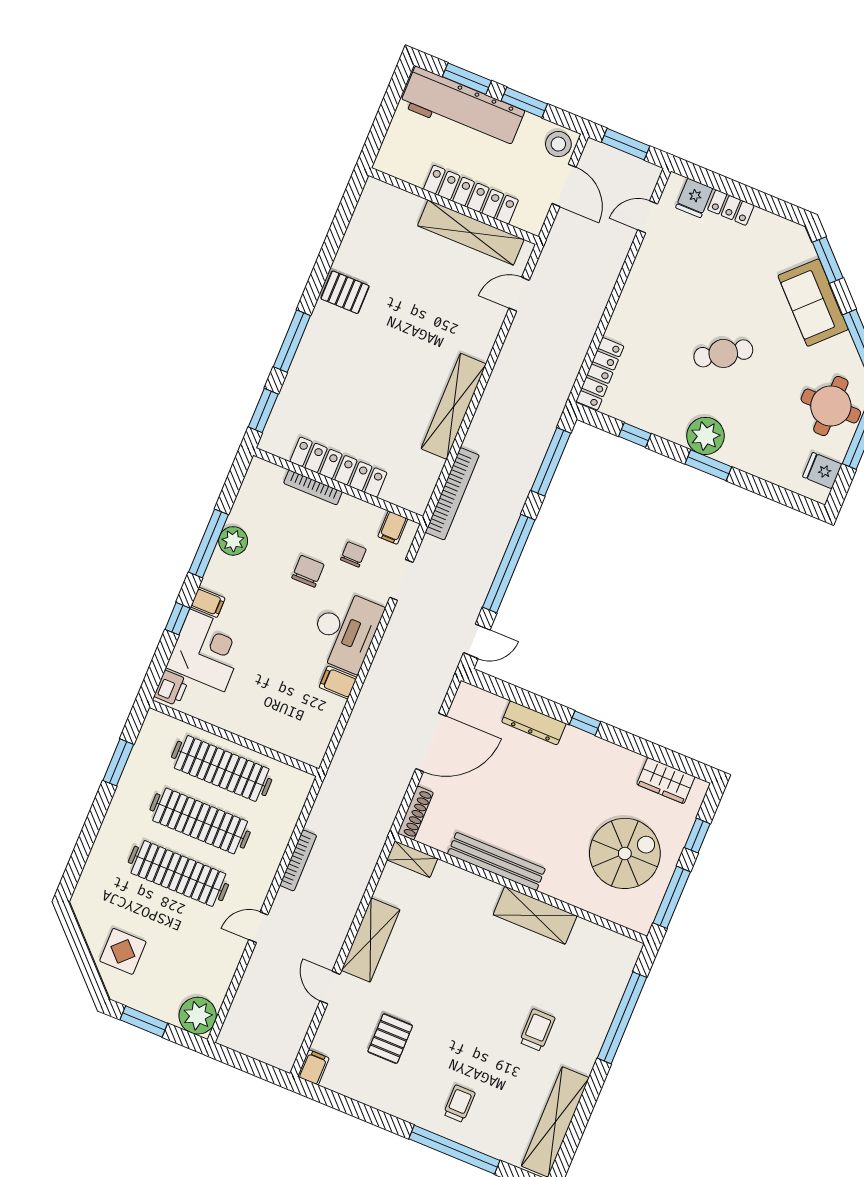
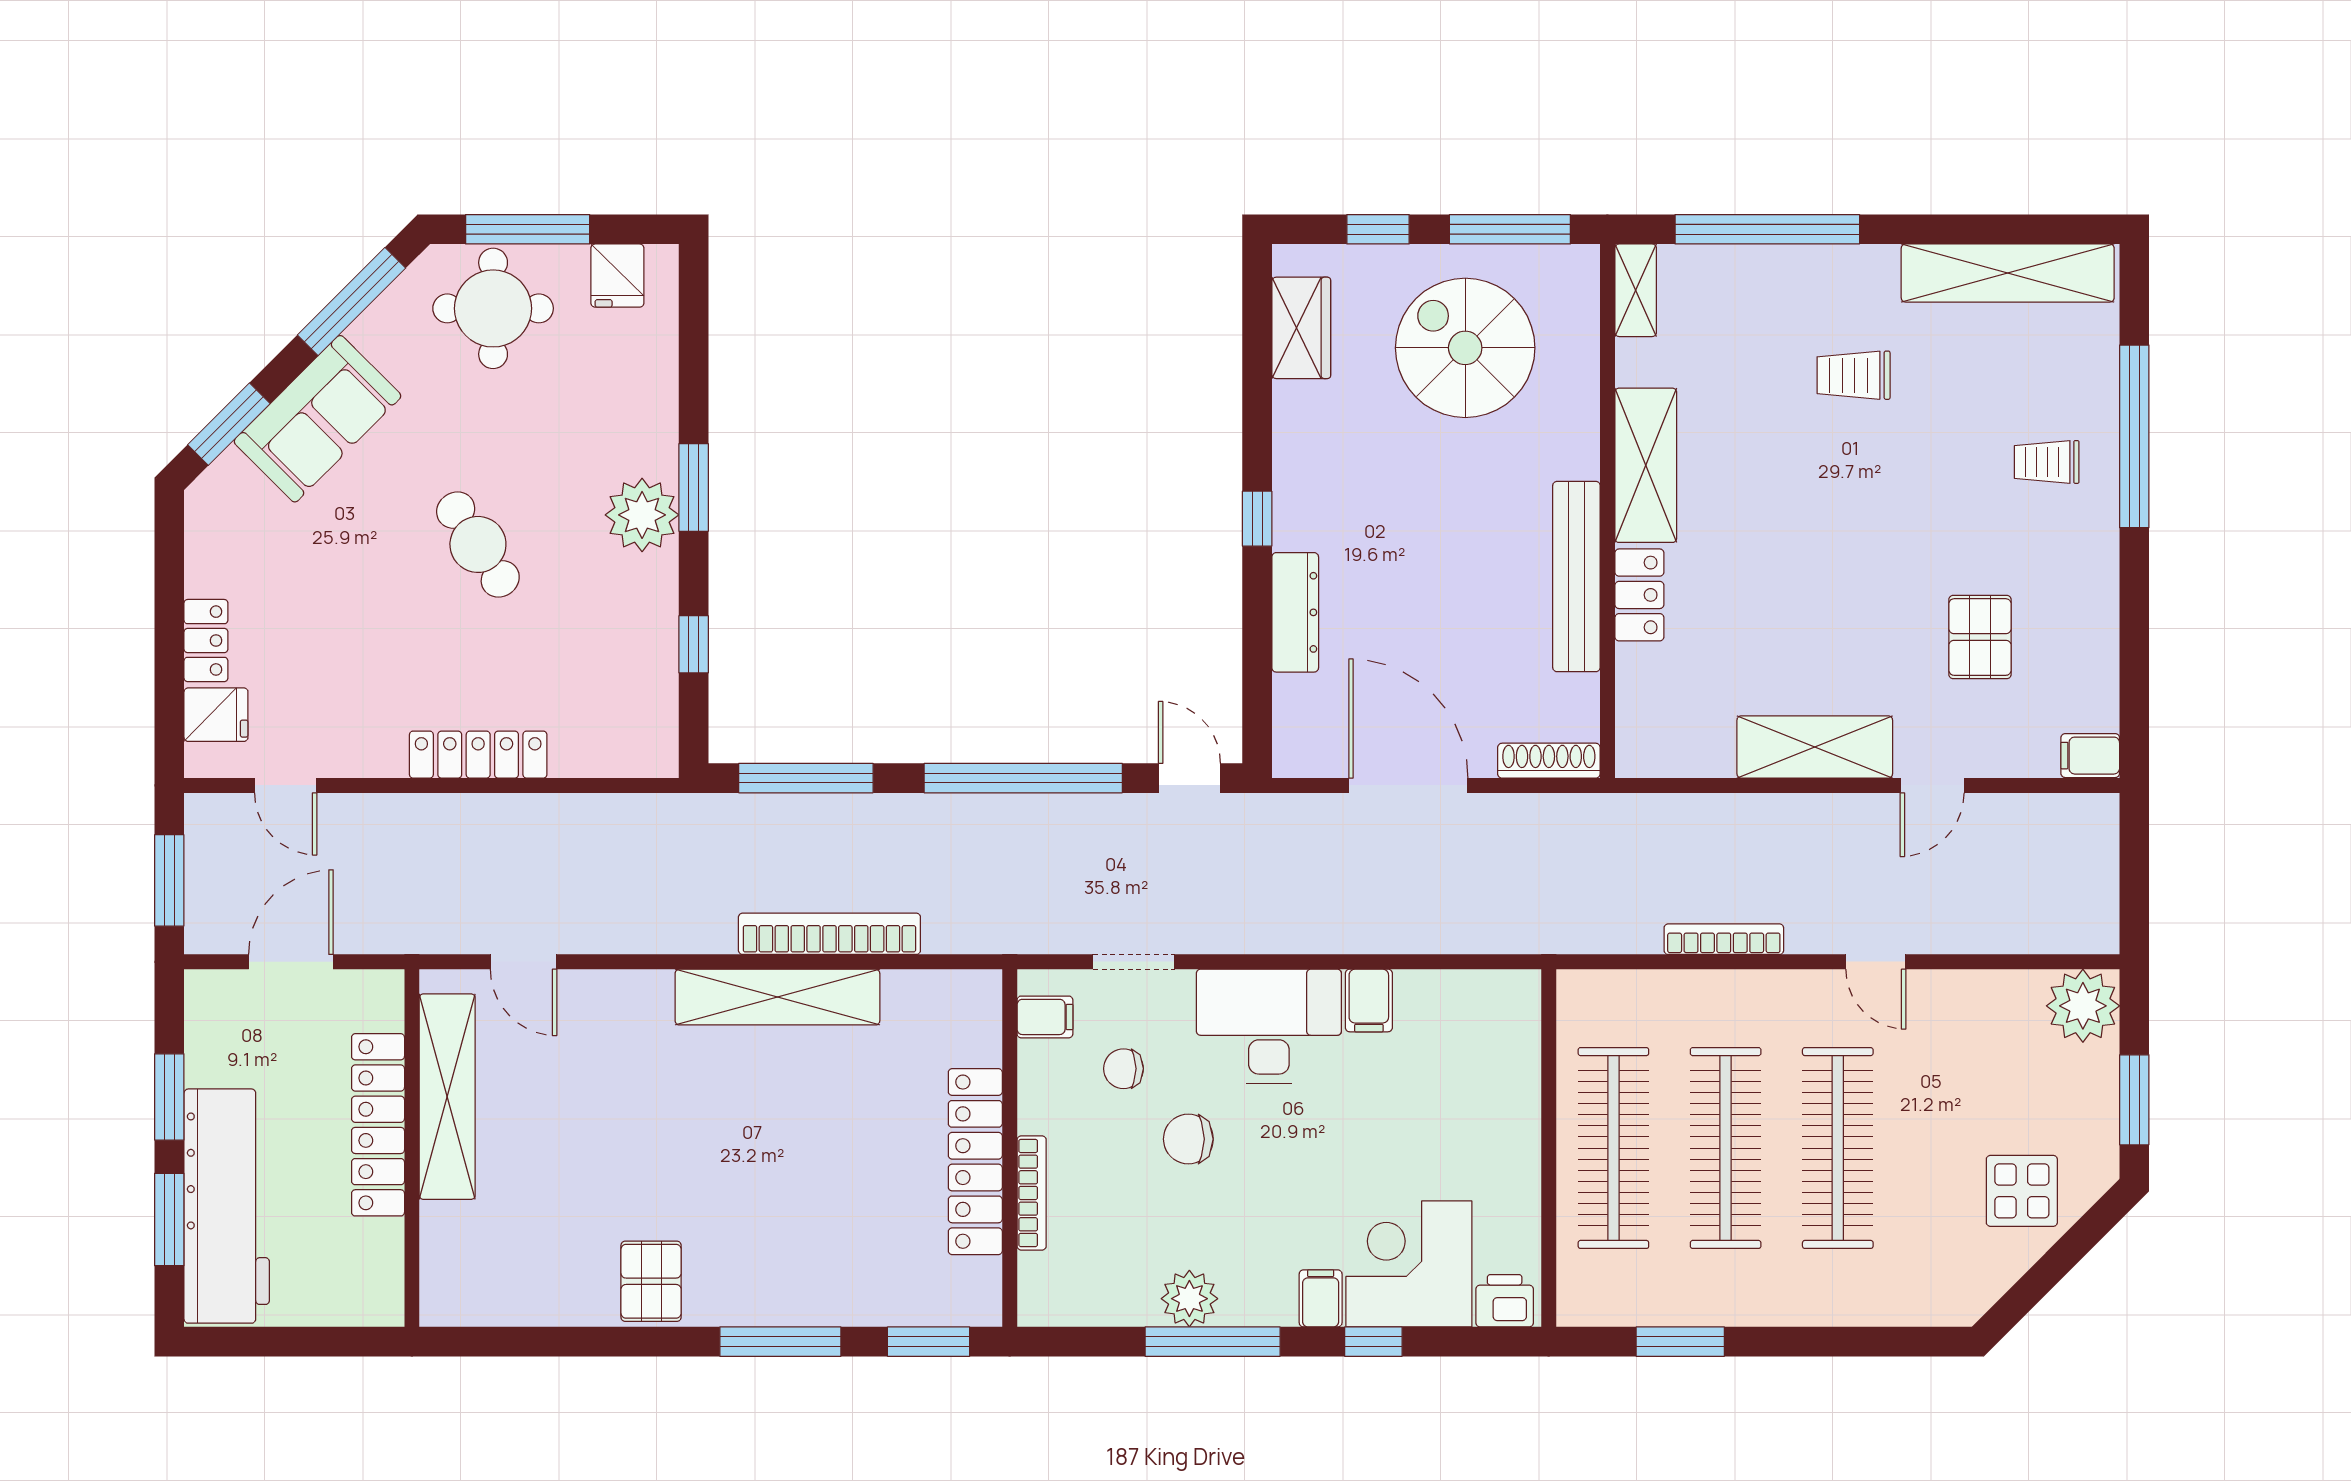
stool: (558, 144) -> (220, 1003), removed
locker: (600, 374) -> (478, 755), moved
bookcase: (452, 494) -> (829, 934), moved
shelving: (412, 859) -> (1636, 290), moved
locker: (476, 887) -> (1639, 595), added
pallet: (390, 1039) -> (1980, 637), turned 90

